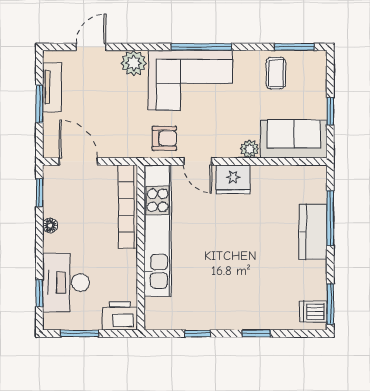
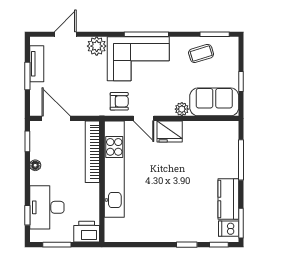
coffee table: (276, 73) -> (201, 53), turned 73
kitchen counter: (313, 232) -> (228, 199), moved
window: (198, 333) -> (219, 245), moved

